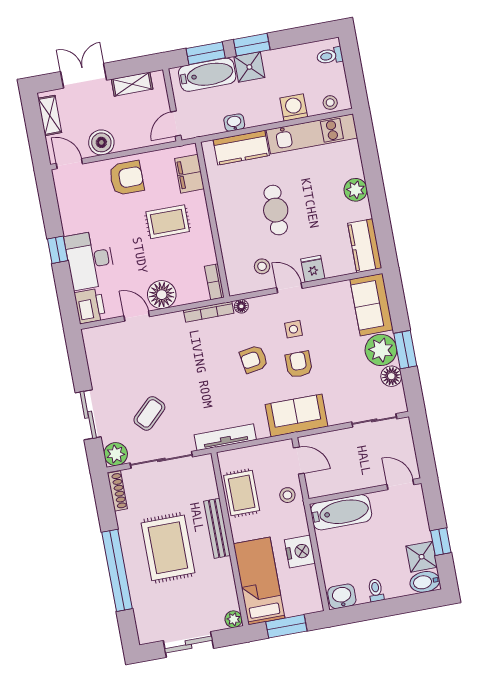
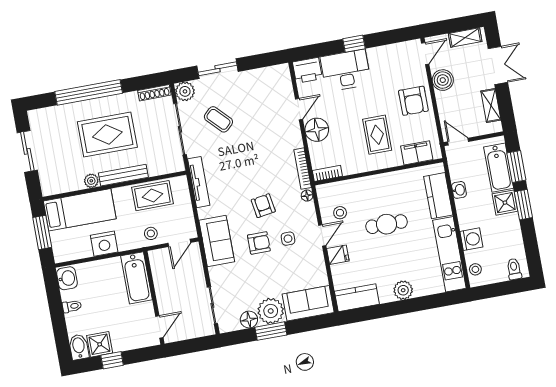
plant: (234, 619) -> (91, 181), moved

